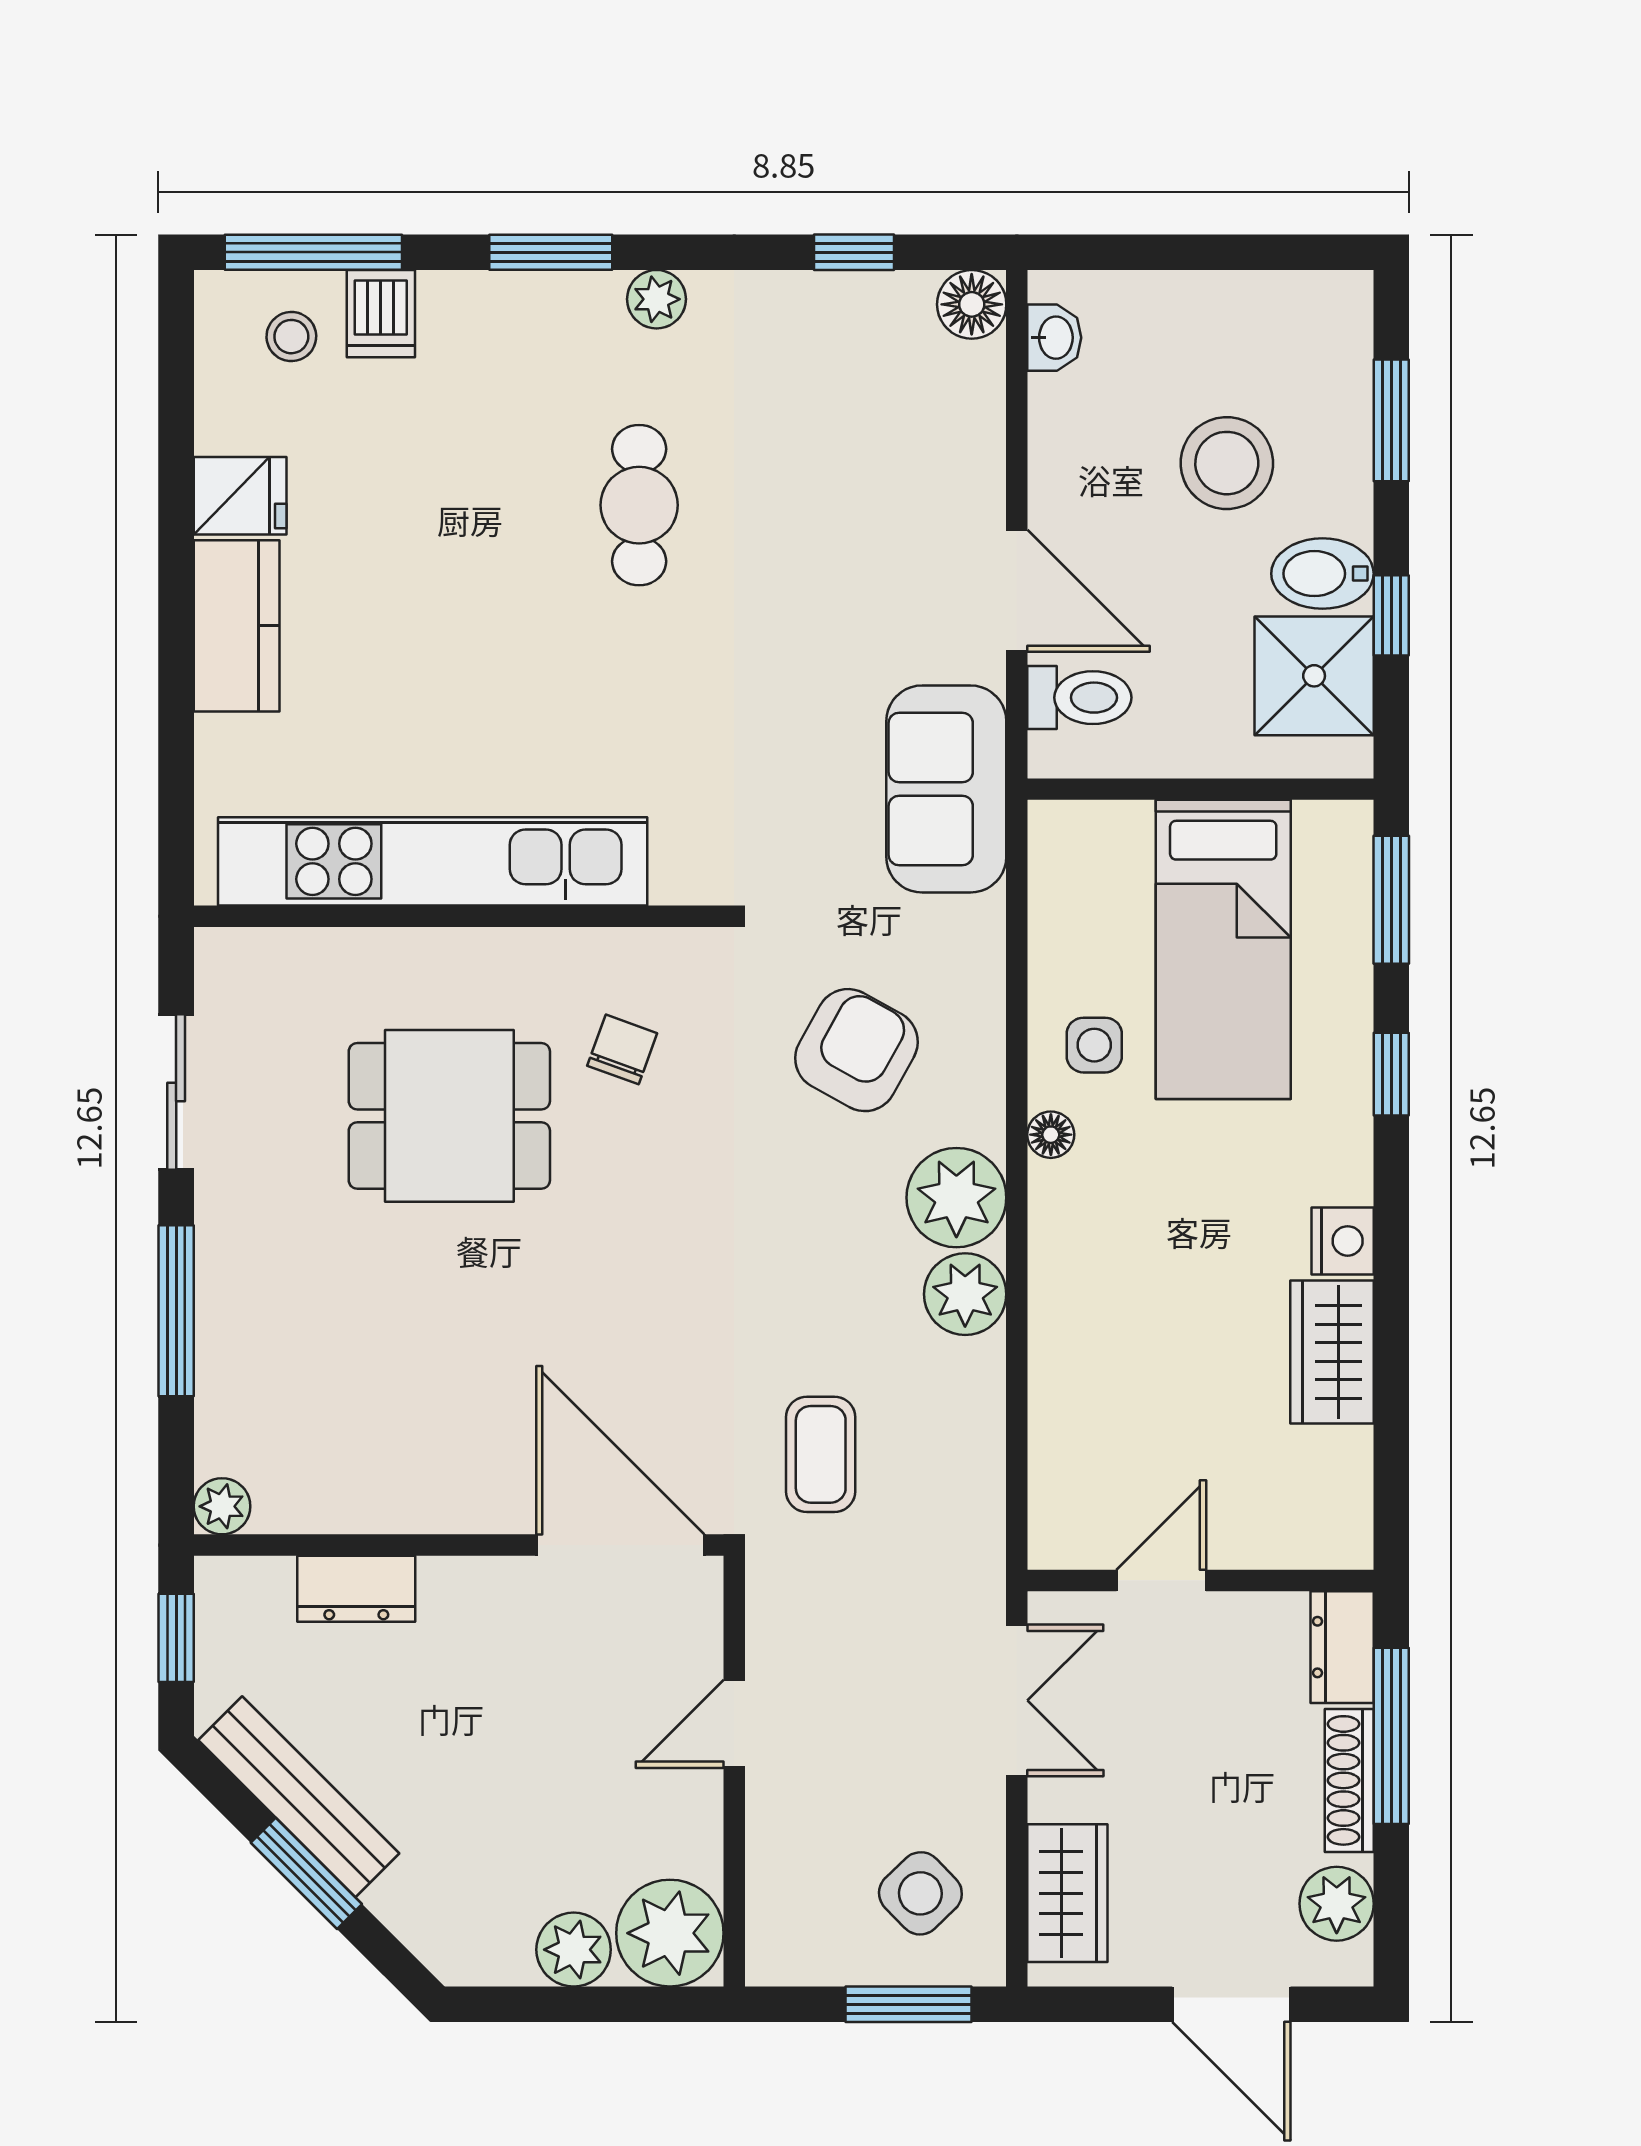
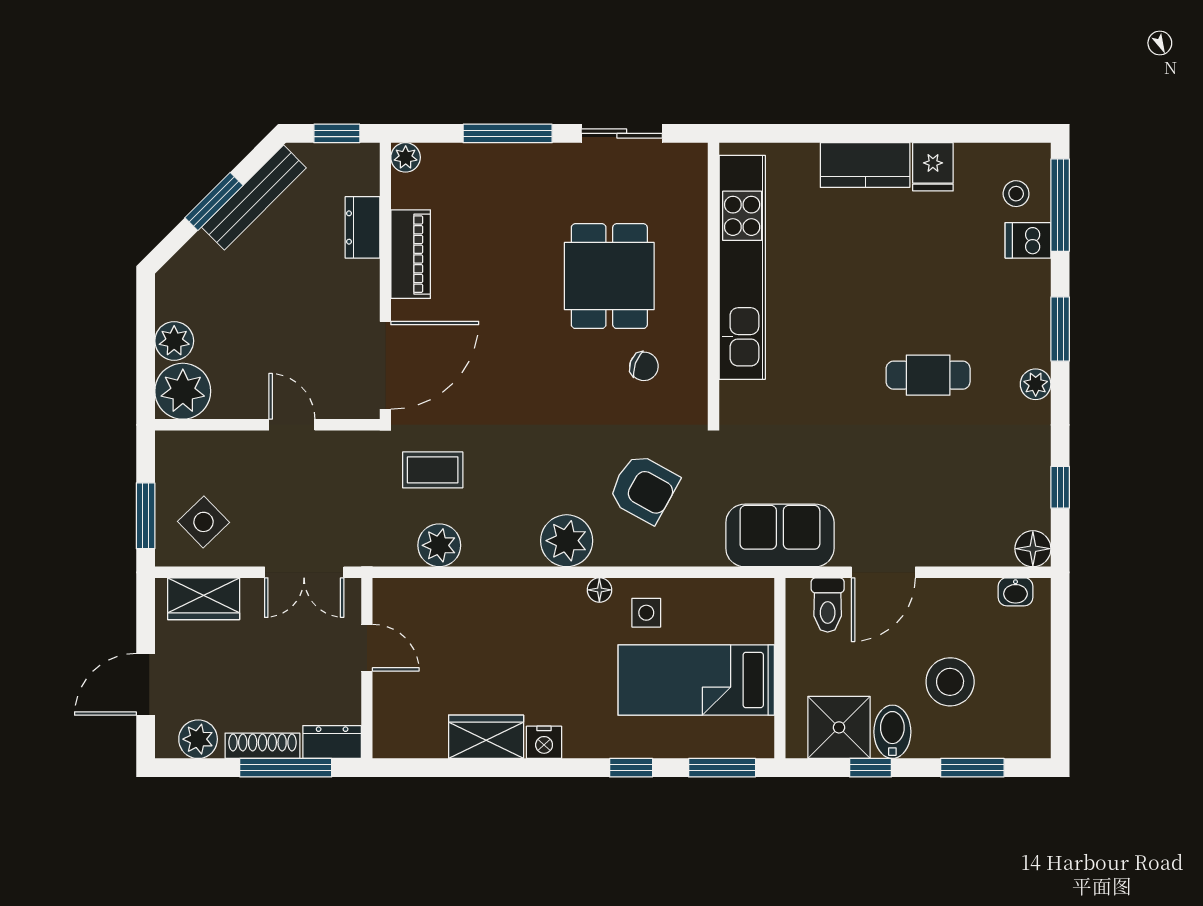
plant: (965, 1294) -> (439, 545), moved
piano: (407, 1496) -> (411, 254), added

